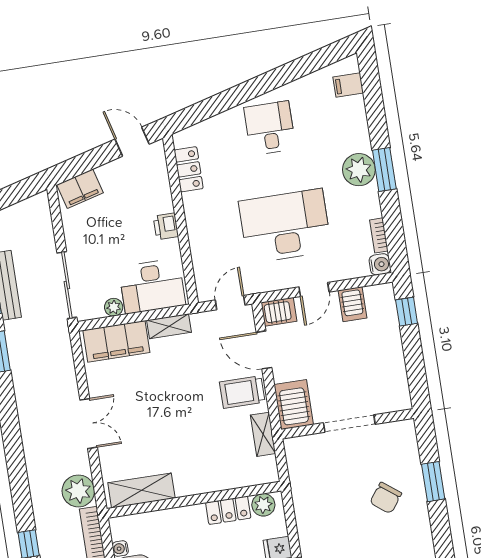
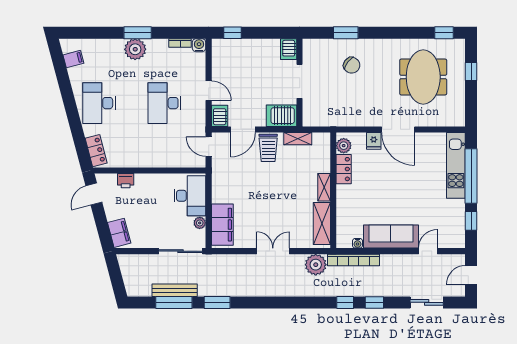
filing cabinet: (348, 85) -> (73, 59), moved, turned -105
desk: (270, 128) -> (99, 103), width x1.37
locker: (189, 169) -> (96, 151), moved, turned 75
printer: (166, 226) -> (126, 181), moved
desk: (285, 226) -> (164, 103), width x0.73, depth x0.77
server rack: (353, 304) -> (289, 49), moved, turned 90
shelving: (169, 326) -> (324, 187), moved

